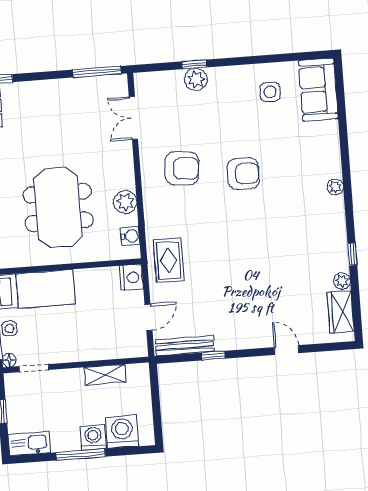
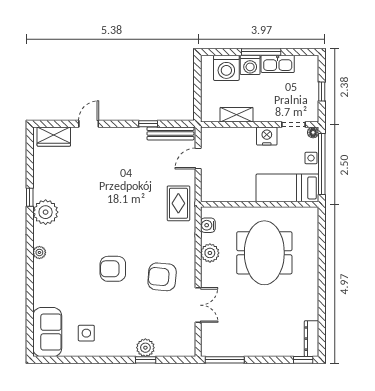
double door: (133, 118) -> (198, 305), moved
nightstand: (131, 277) -> (267, 136), moved, turned 90
plant: (342, 281) -> (46, 212), moved, width x1.87, depth x1.87
wardrobe: (341, 312) -> (54, 137), moved, turned 90
door: (287, 350) -> (89, 124), swing flipped
kitchen sink: (29, 444) -> (278, 64), moved

